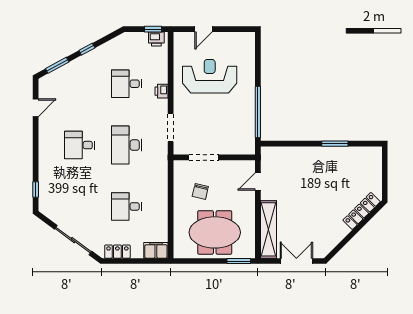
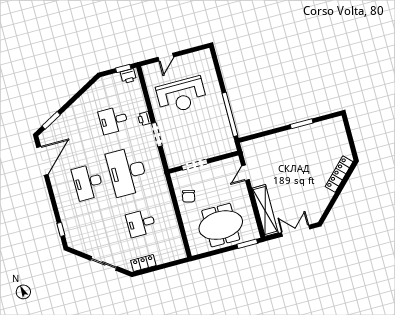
window: (87, 49) -> (72, 100), removed
reception desk: (210, 76) -> (181, 95), turned 180
door: (36, 108) -> (42, 161), width x1.87
doorway: (171, 128) -> (157, 135), moved
desk: (80, 145) -> (88, 182), width x1.37
desk: (127, 145) -> (127, 172), width x1.36, depth x1.30
chair: (200, 191) -> (189, 196), moved
sliding door: (73, 240) -> (104, 263), width x0.73
filing cabinet: (156, 250) -> (175, 253), removed

